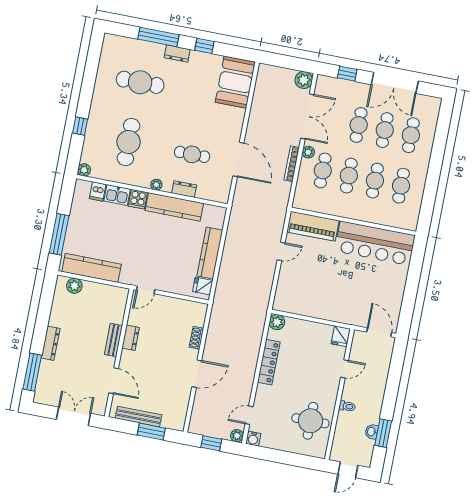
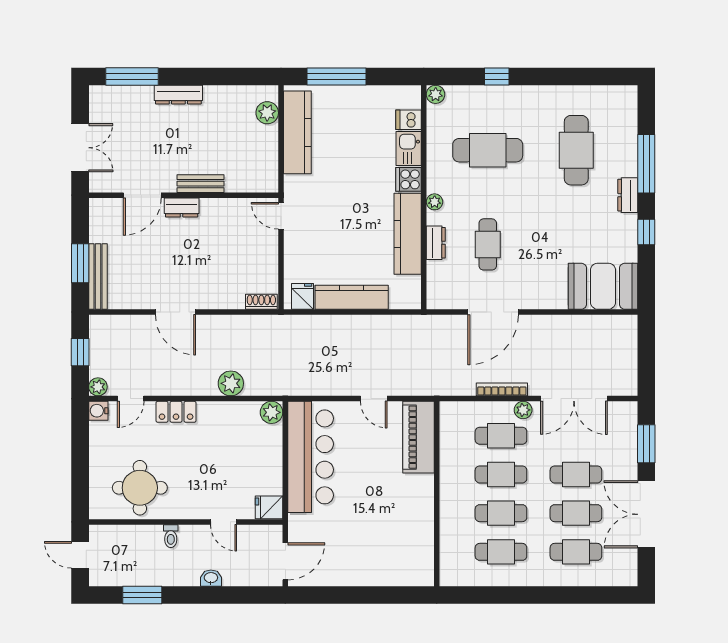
window: (347, 74) -> (646, 444), width x1.50
plant: (304, 80) -> (231, 383), moved
bar counter: (375, 243) -> (311, 457), moved, turned 180
dresser: (131, 338) -> (182, 207), moved
shoe rack: (196, 338) -> (261, 302), moved
locker: (269, 362) -> (176, 412), moved, width x0.66
door: (249, 415) -> (131, 399), swing flipped
bench: (138, 417) -> (98, 277), moved
washbasin: (372, 432) -> (211, 578), moved

